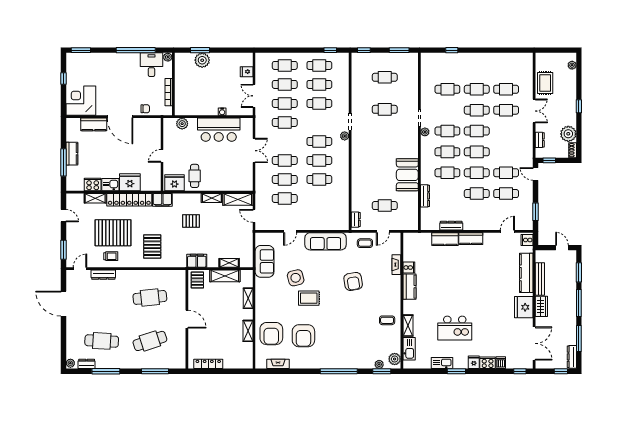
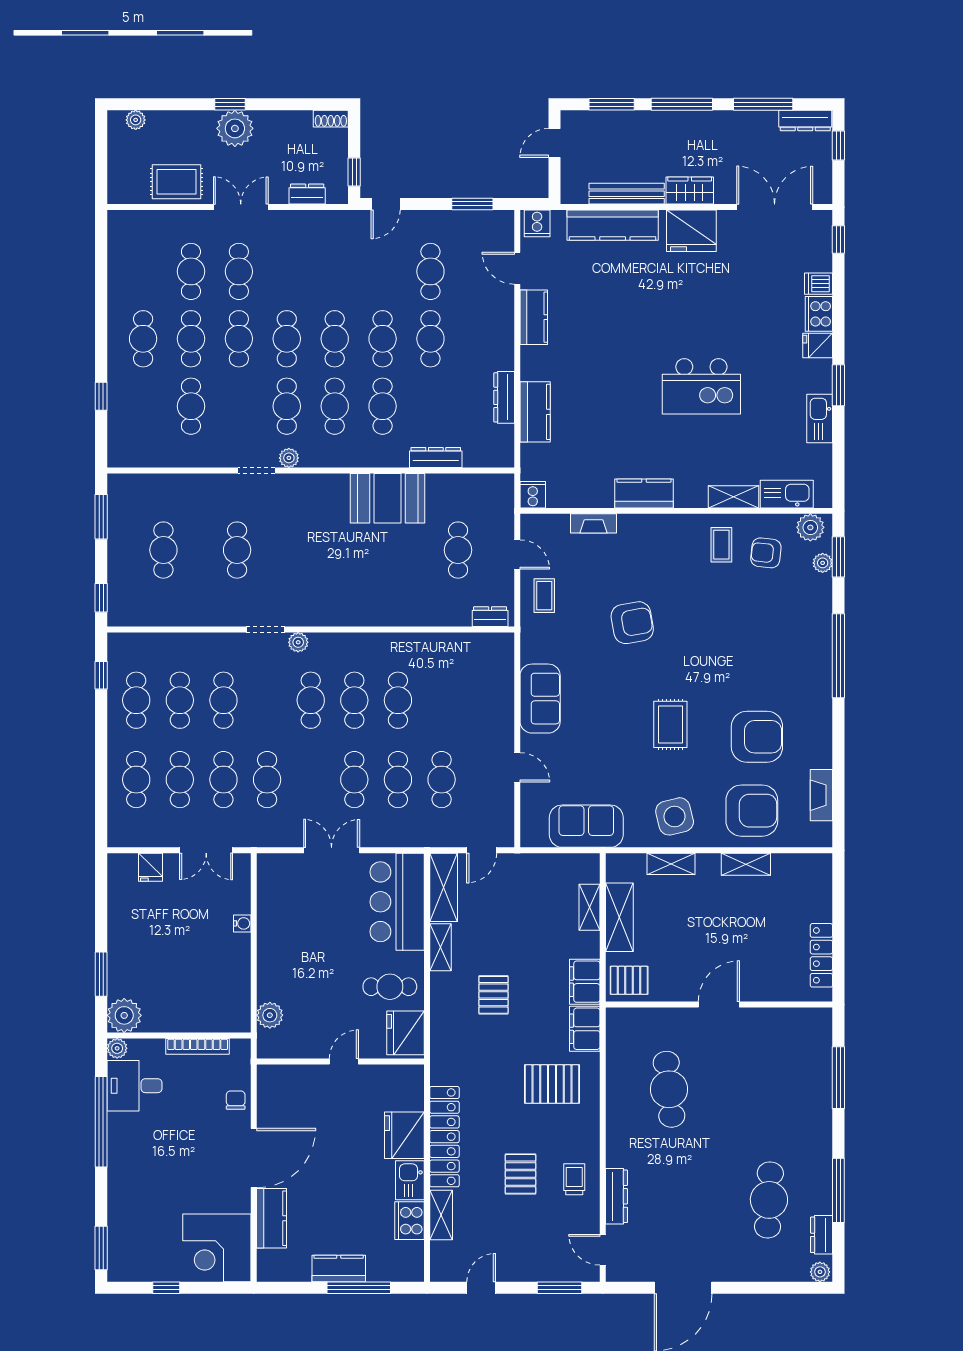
plant: (202, 60) -> (124, 1015), moved
bar counter: (219, 130) -> (397, 902), moved, turned 180
plant: (568, 134) -> (235, 128), moved
door: (162, 156) -> (344, 1062), swing flipped
cafe table: (506, 173) -> (143, 339), moved
filing cabinet: (162, 200) -> (585, 1029), moved, turned 180
pallet: (113, 233) -> (520, 1174), width x0.49, depth x0.50
kitchen counter: (471, 239) -> (534, 317), moved
sofa: (326, 241) -> (540, 699), width x0.73
cooker: (409, 268) -> (533, 495), moved
side table: (296, 278) -> (675, 816), moved
kitchen island: (455, 328) -> (701, 386), moved, turned 90
armchair: (383, 340) -> (766, 553), added
cafe table: (150, 341) -> (769, 1089), removed

